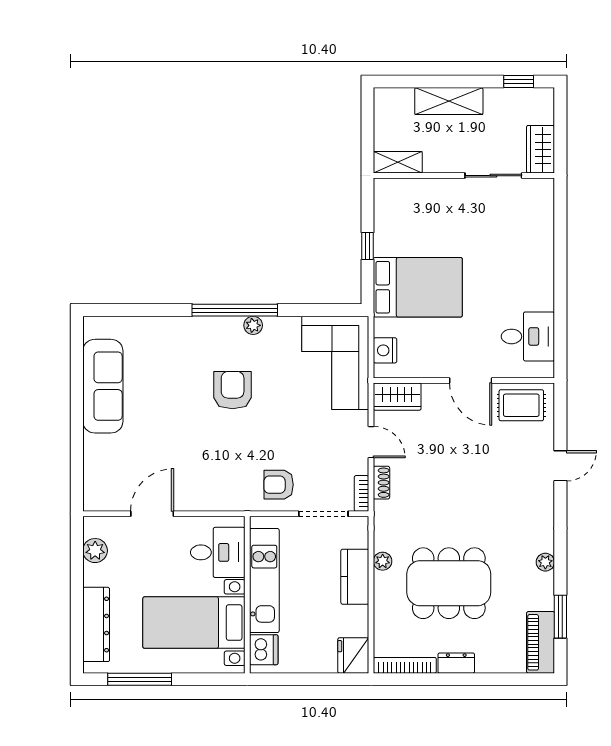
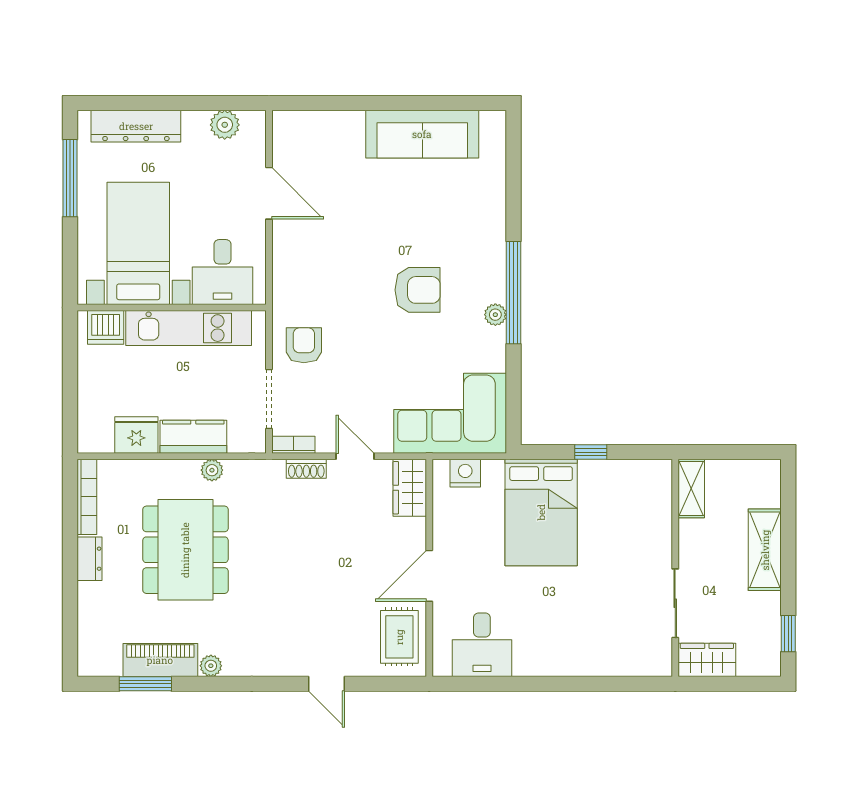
door: (371, 442) -> (355, 456), swing flipped
piano: (541, 642) -> (160, 660), moved
fridge: (353, 655) -> (136, 435), moved

